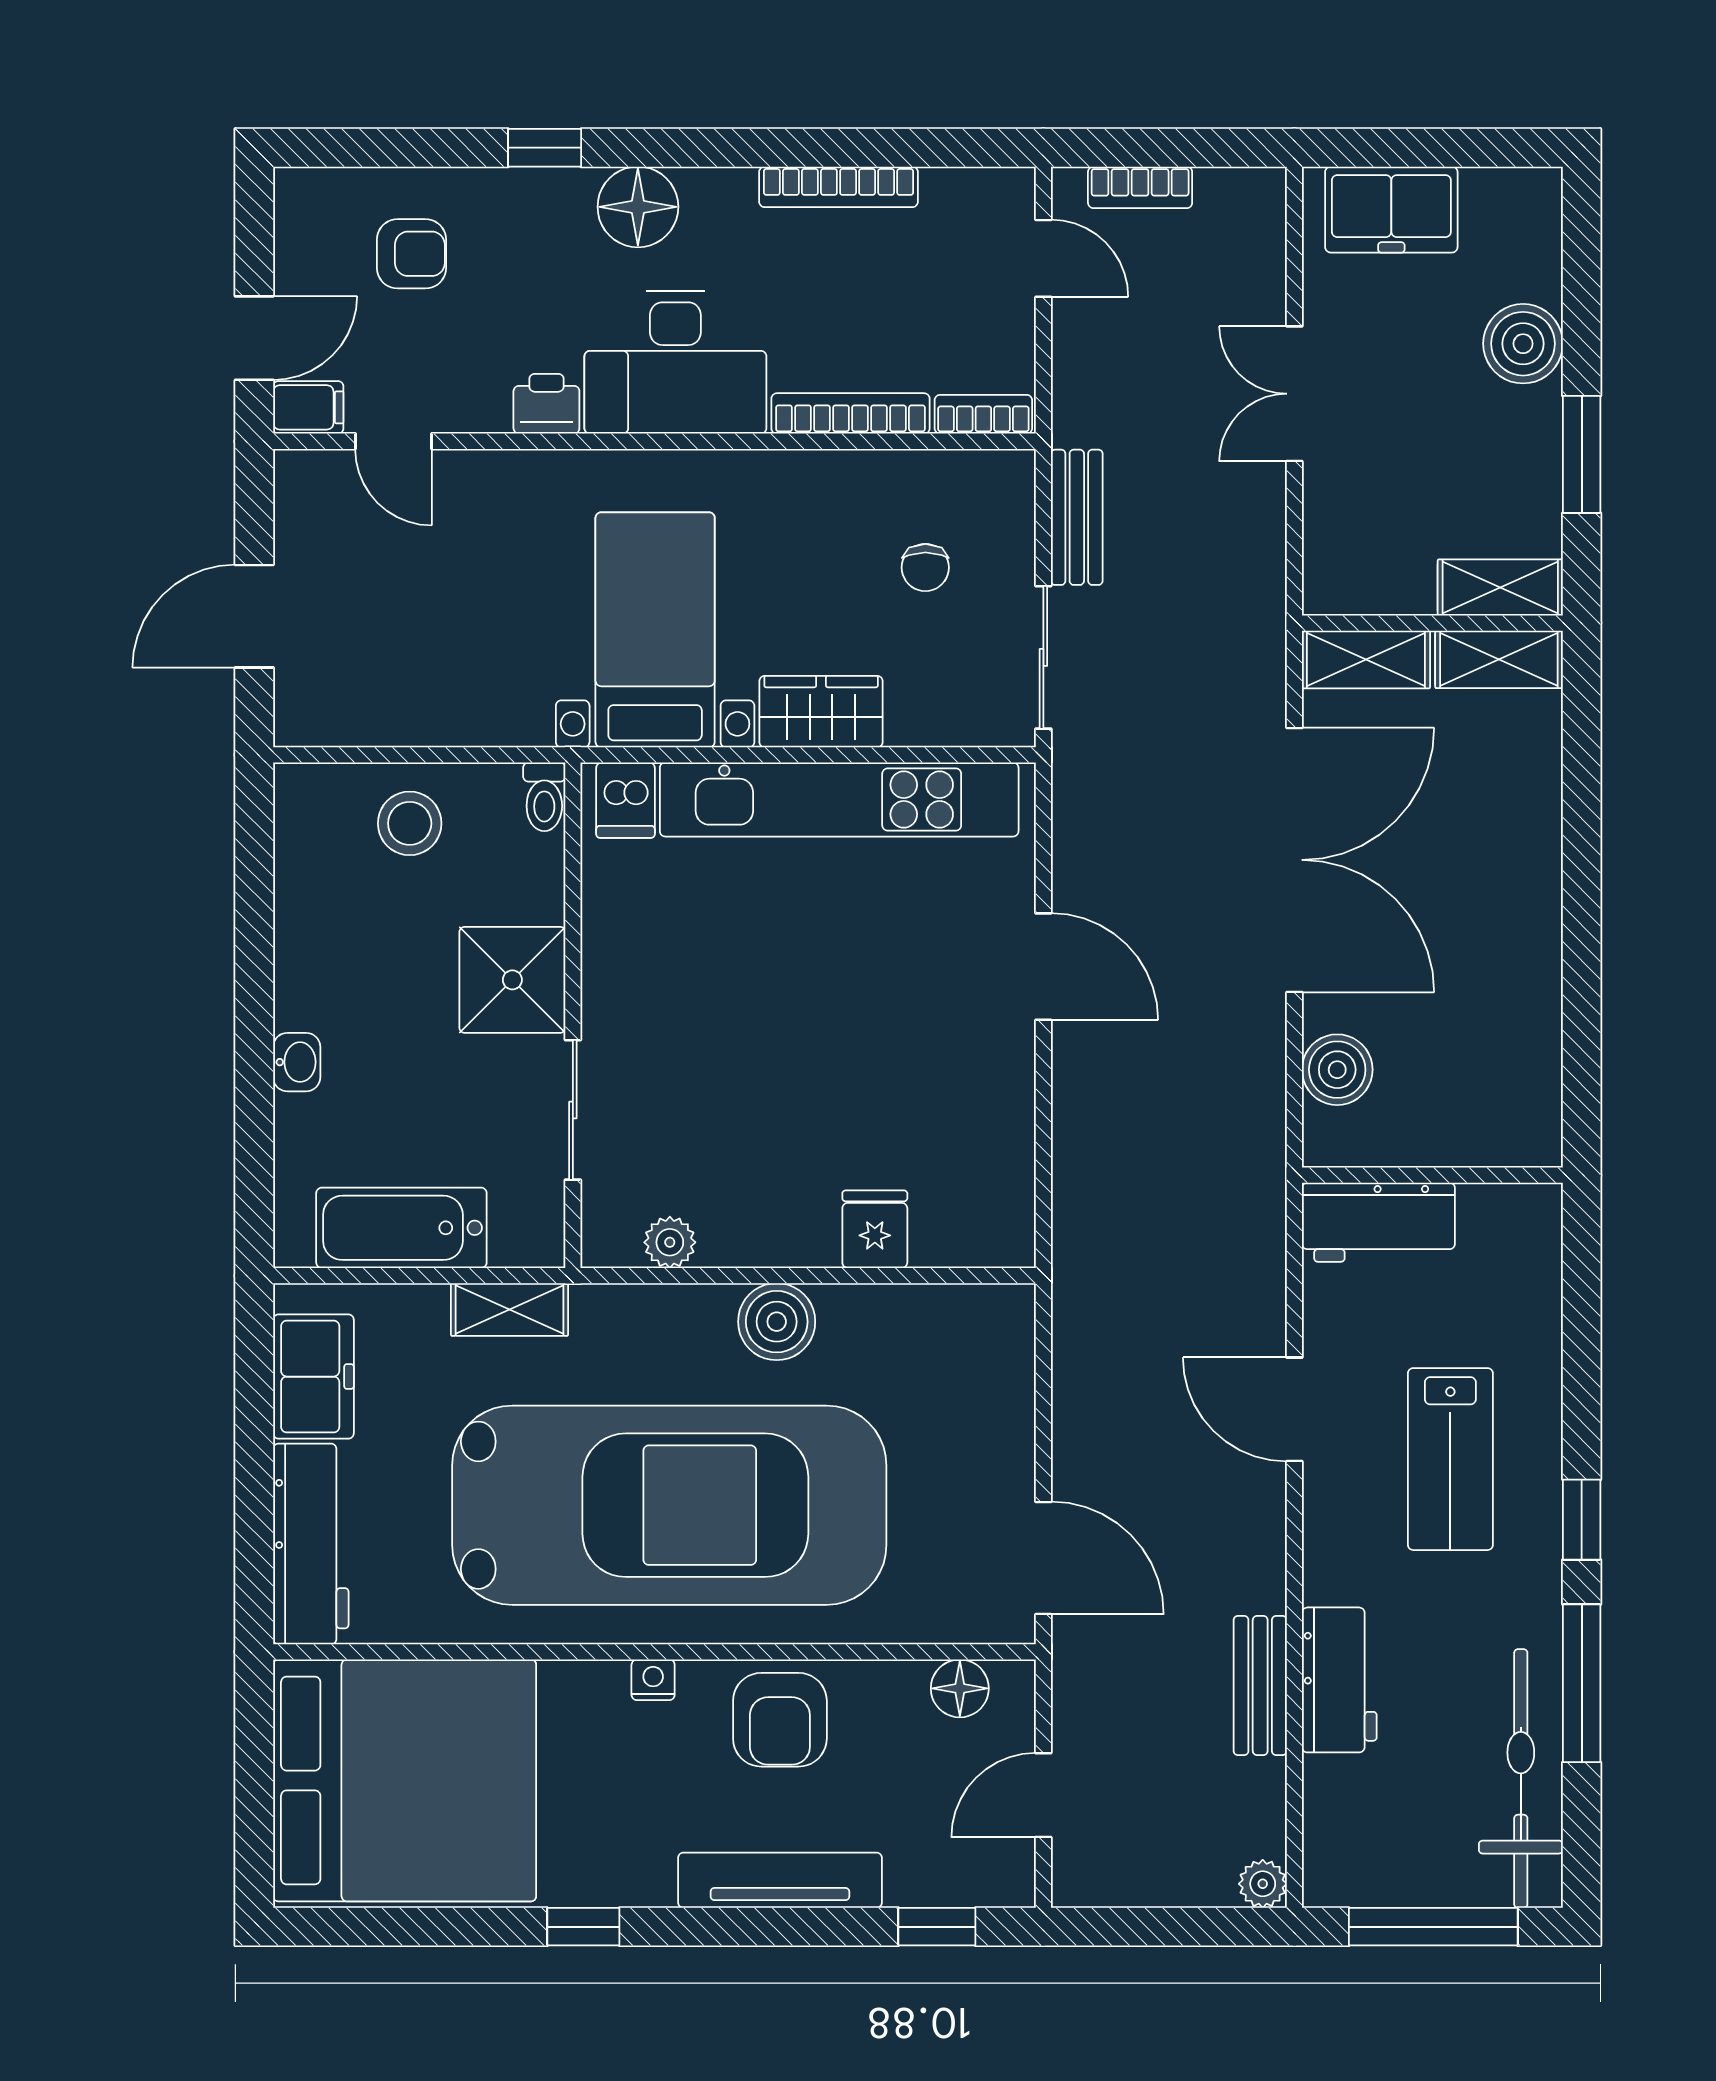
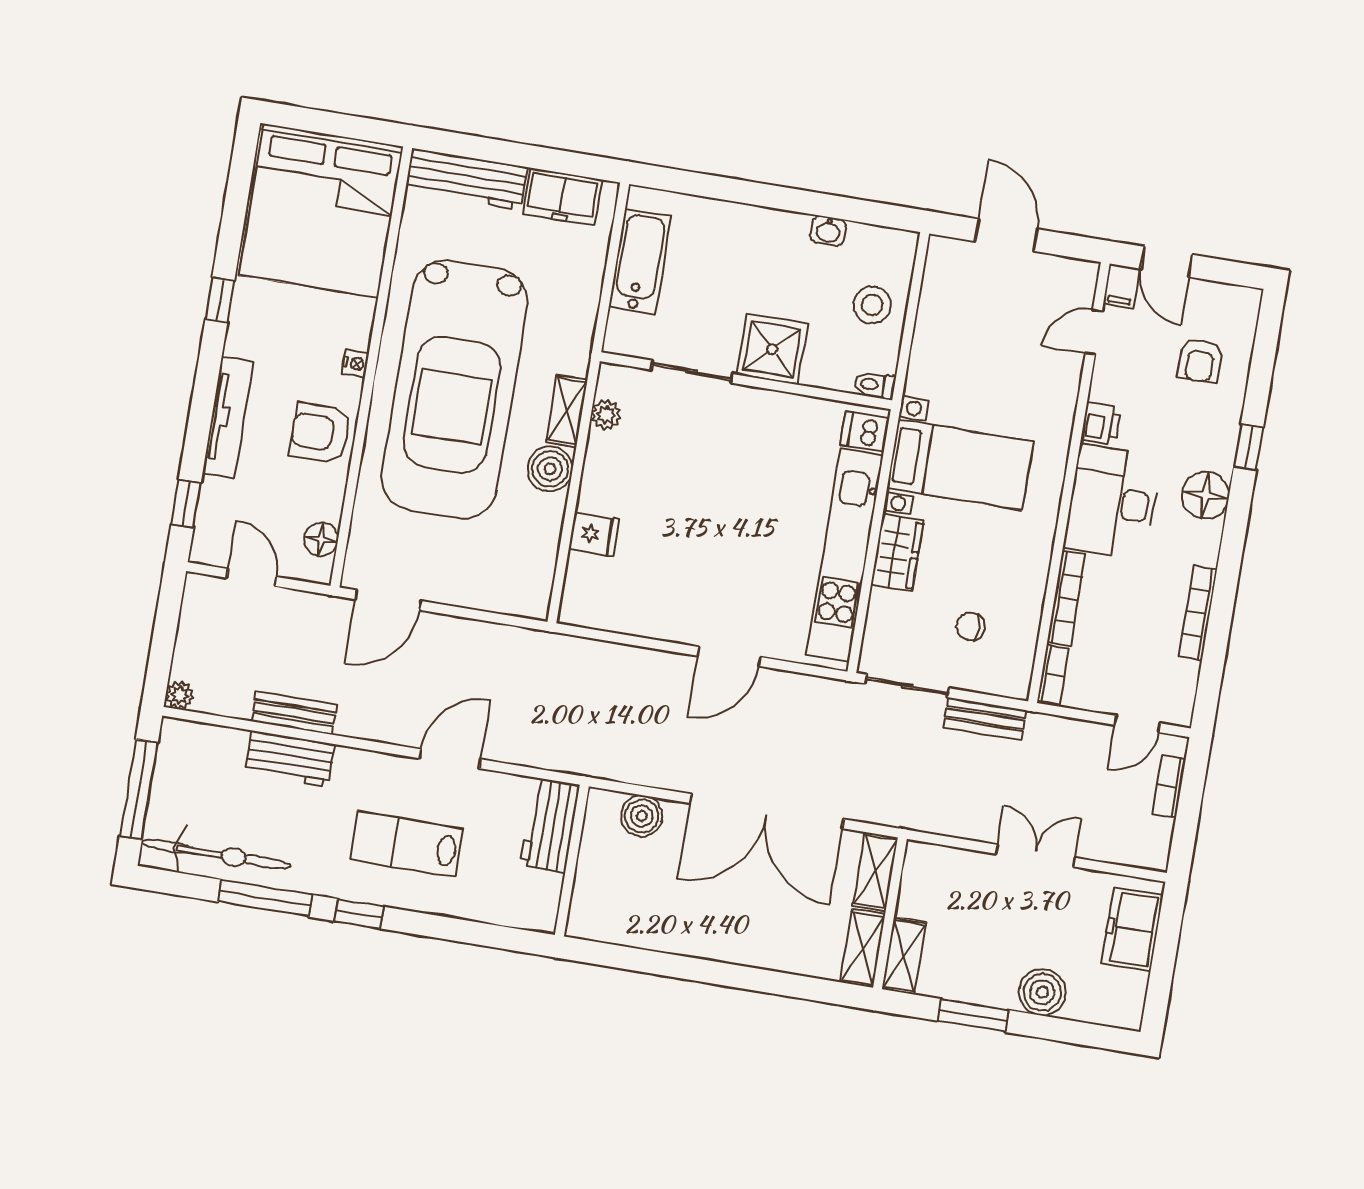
washbasin: (297, 1062) -> (828, 231), moved
shelving: (510, 1309) -> (567, 411), moved

